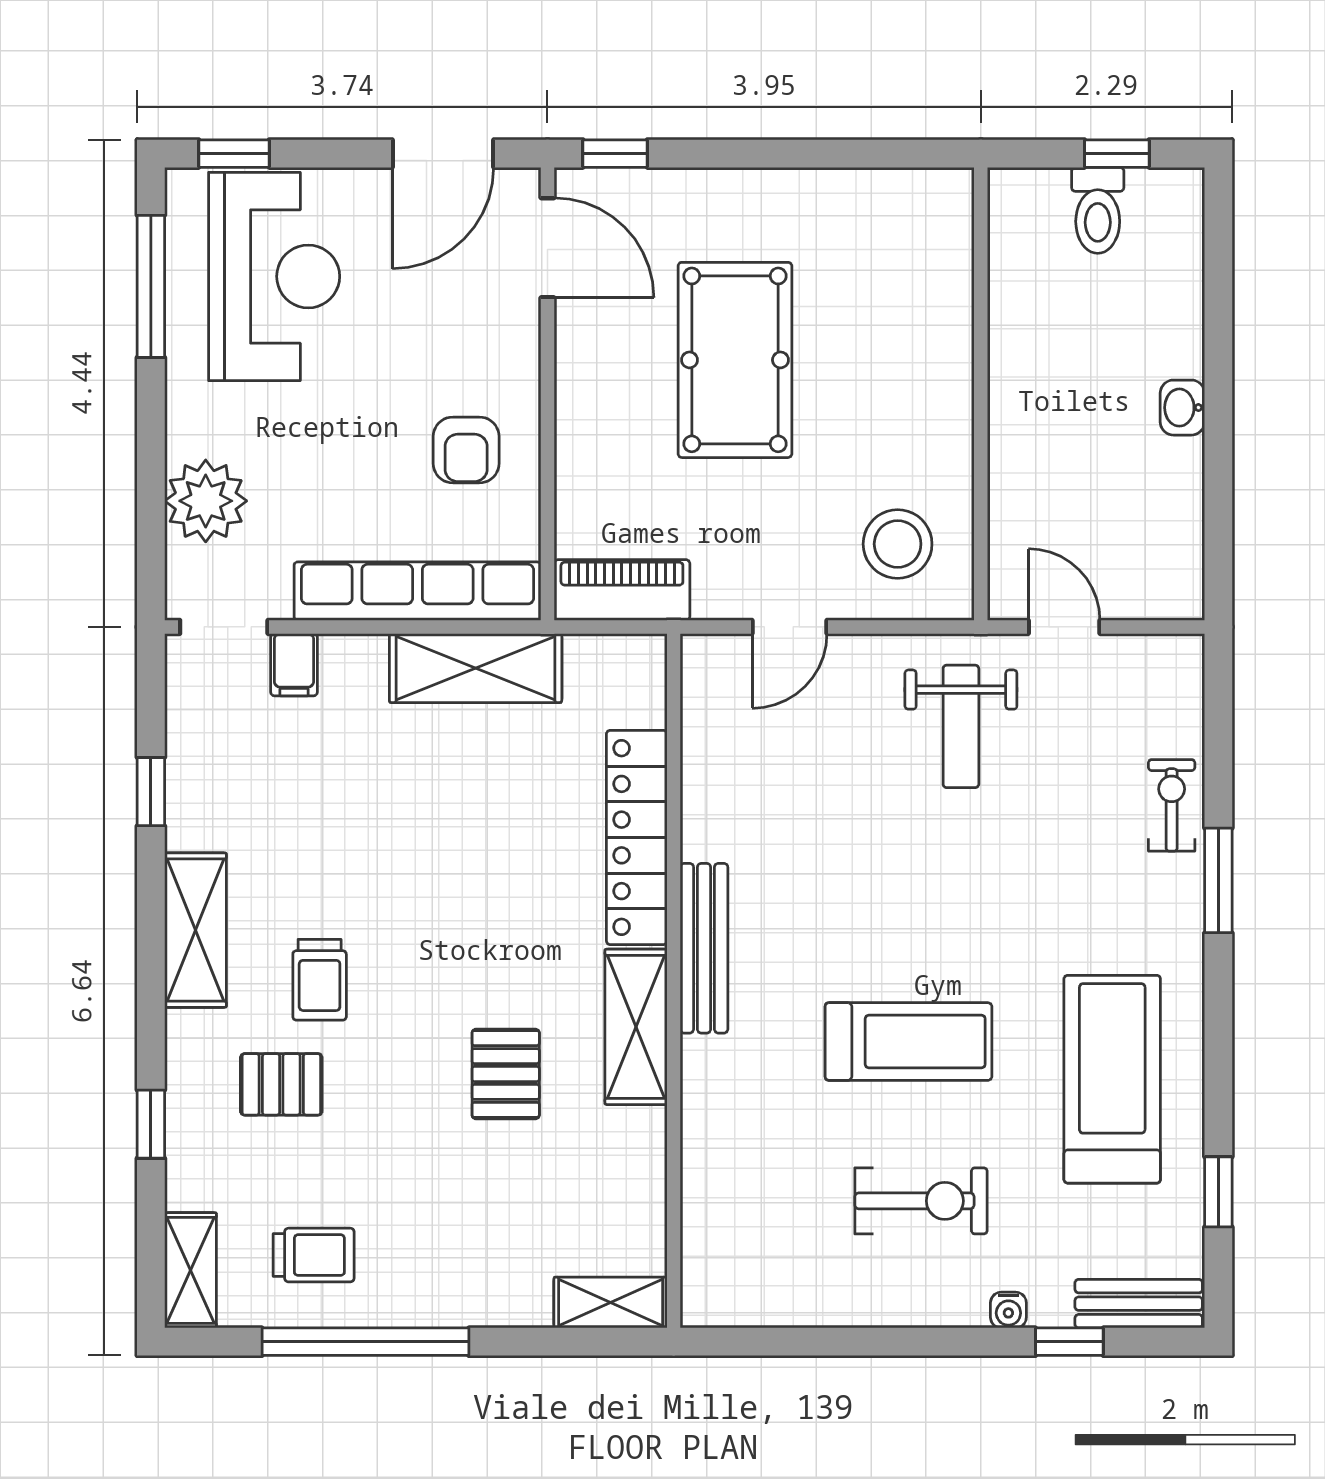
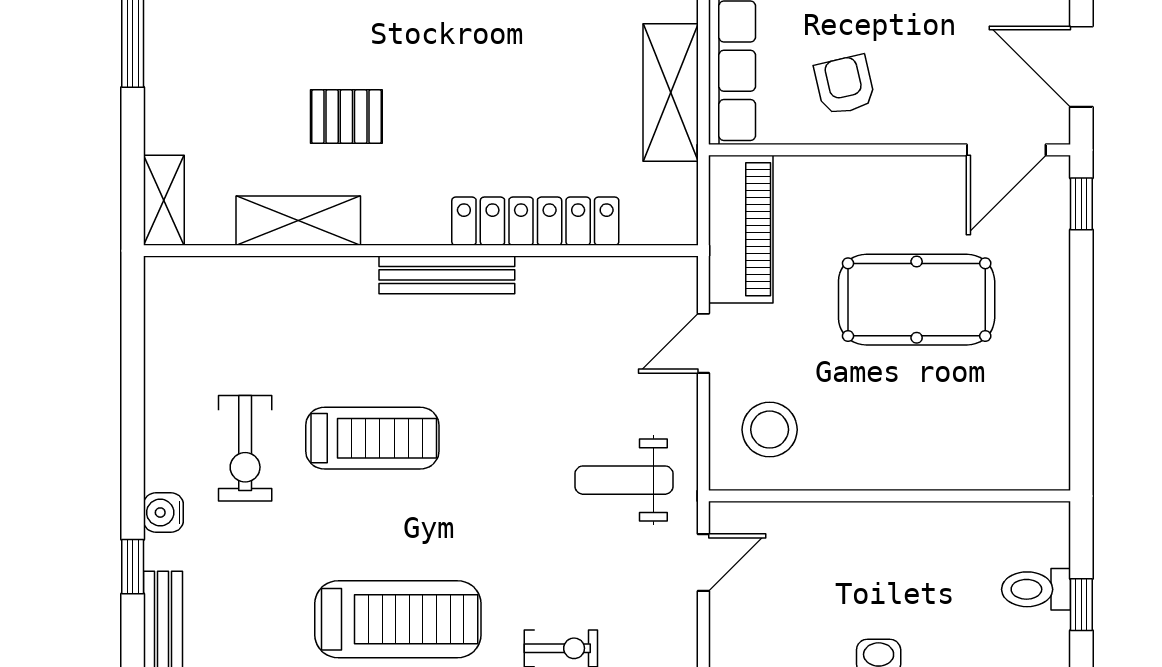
armchair: (466, 450) -> (845, 85), turned 77
piano: (622, 590) -> (741, 229), width x1.37, depth x1.33
door: (790, 627) -> (703, 343), hinge flipped
shelving: (636, 1027) -> (298, 221), moved
treadmill: (908, 1042) -> (372, 438), turned -90
treadmill: (1112, 1079) -> (398, 619), moved
water cooler: (1008, 1310) -> (163, 513), width x1.38, depth x1.38

